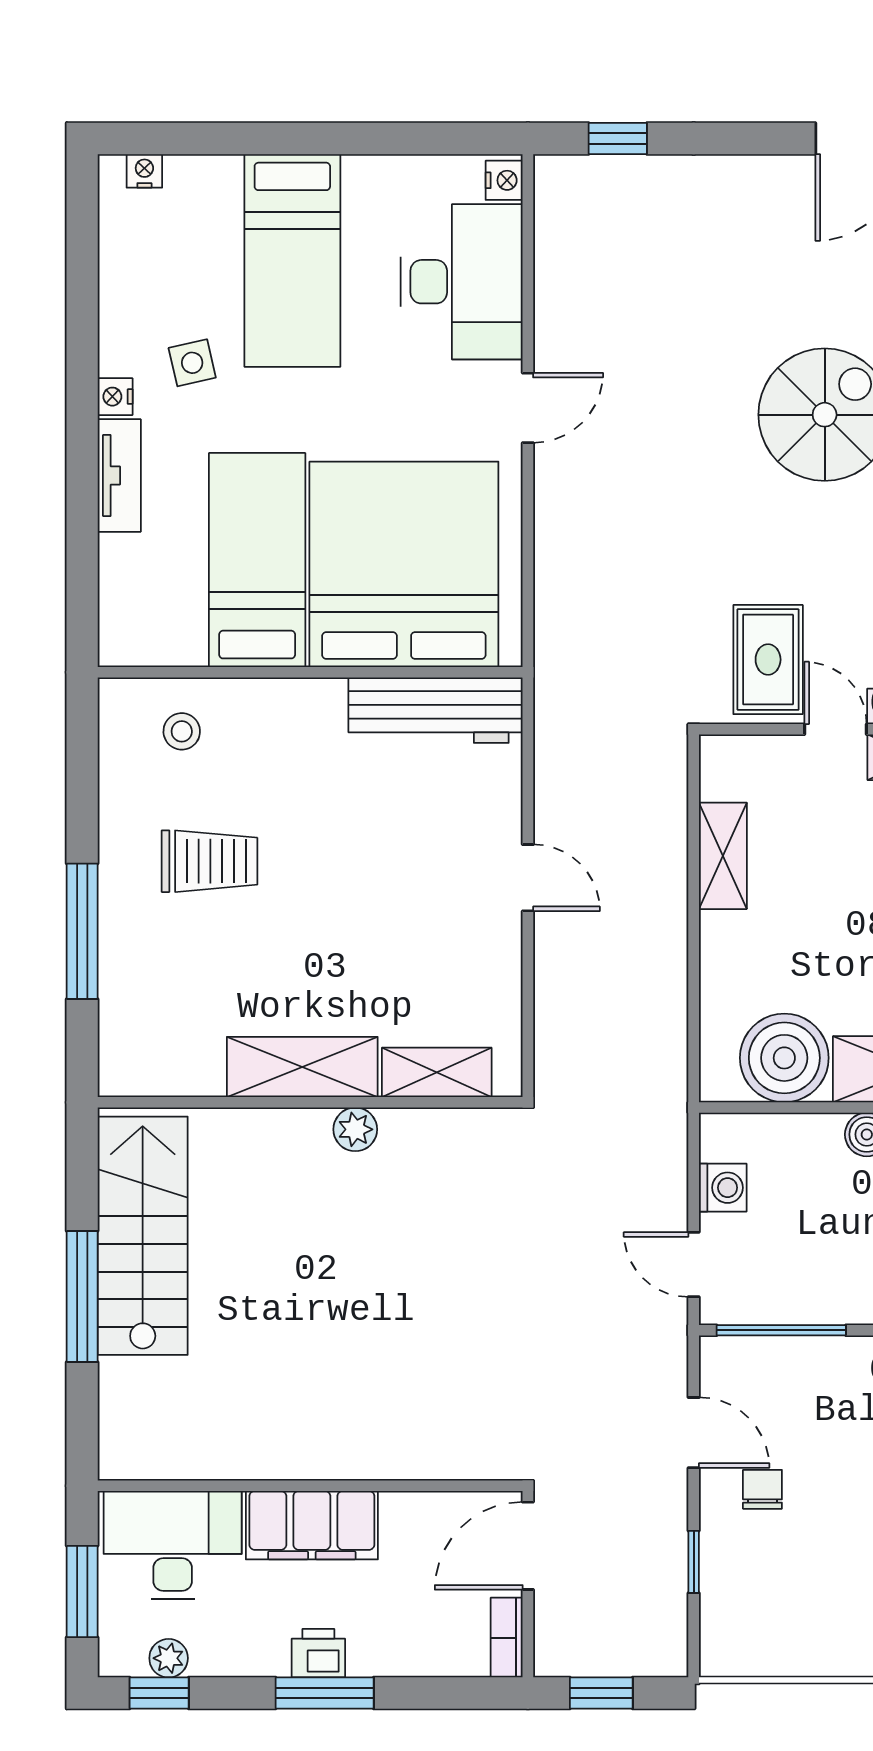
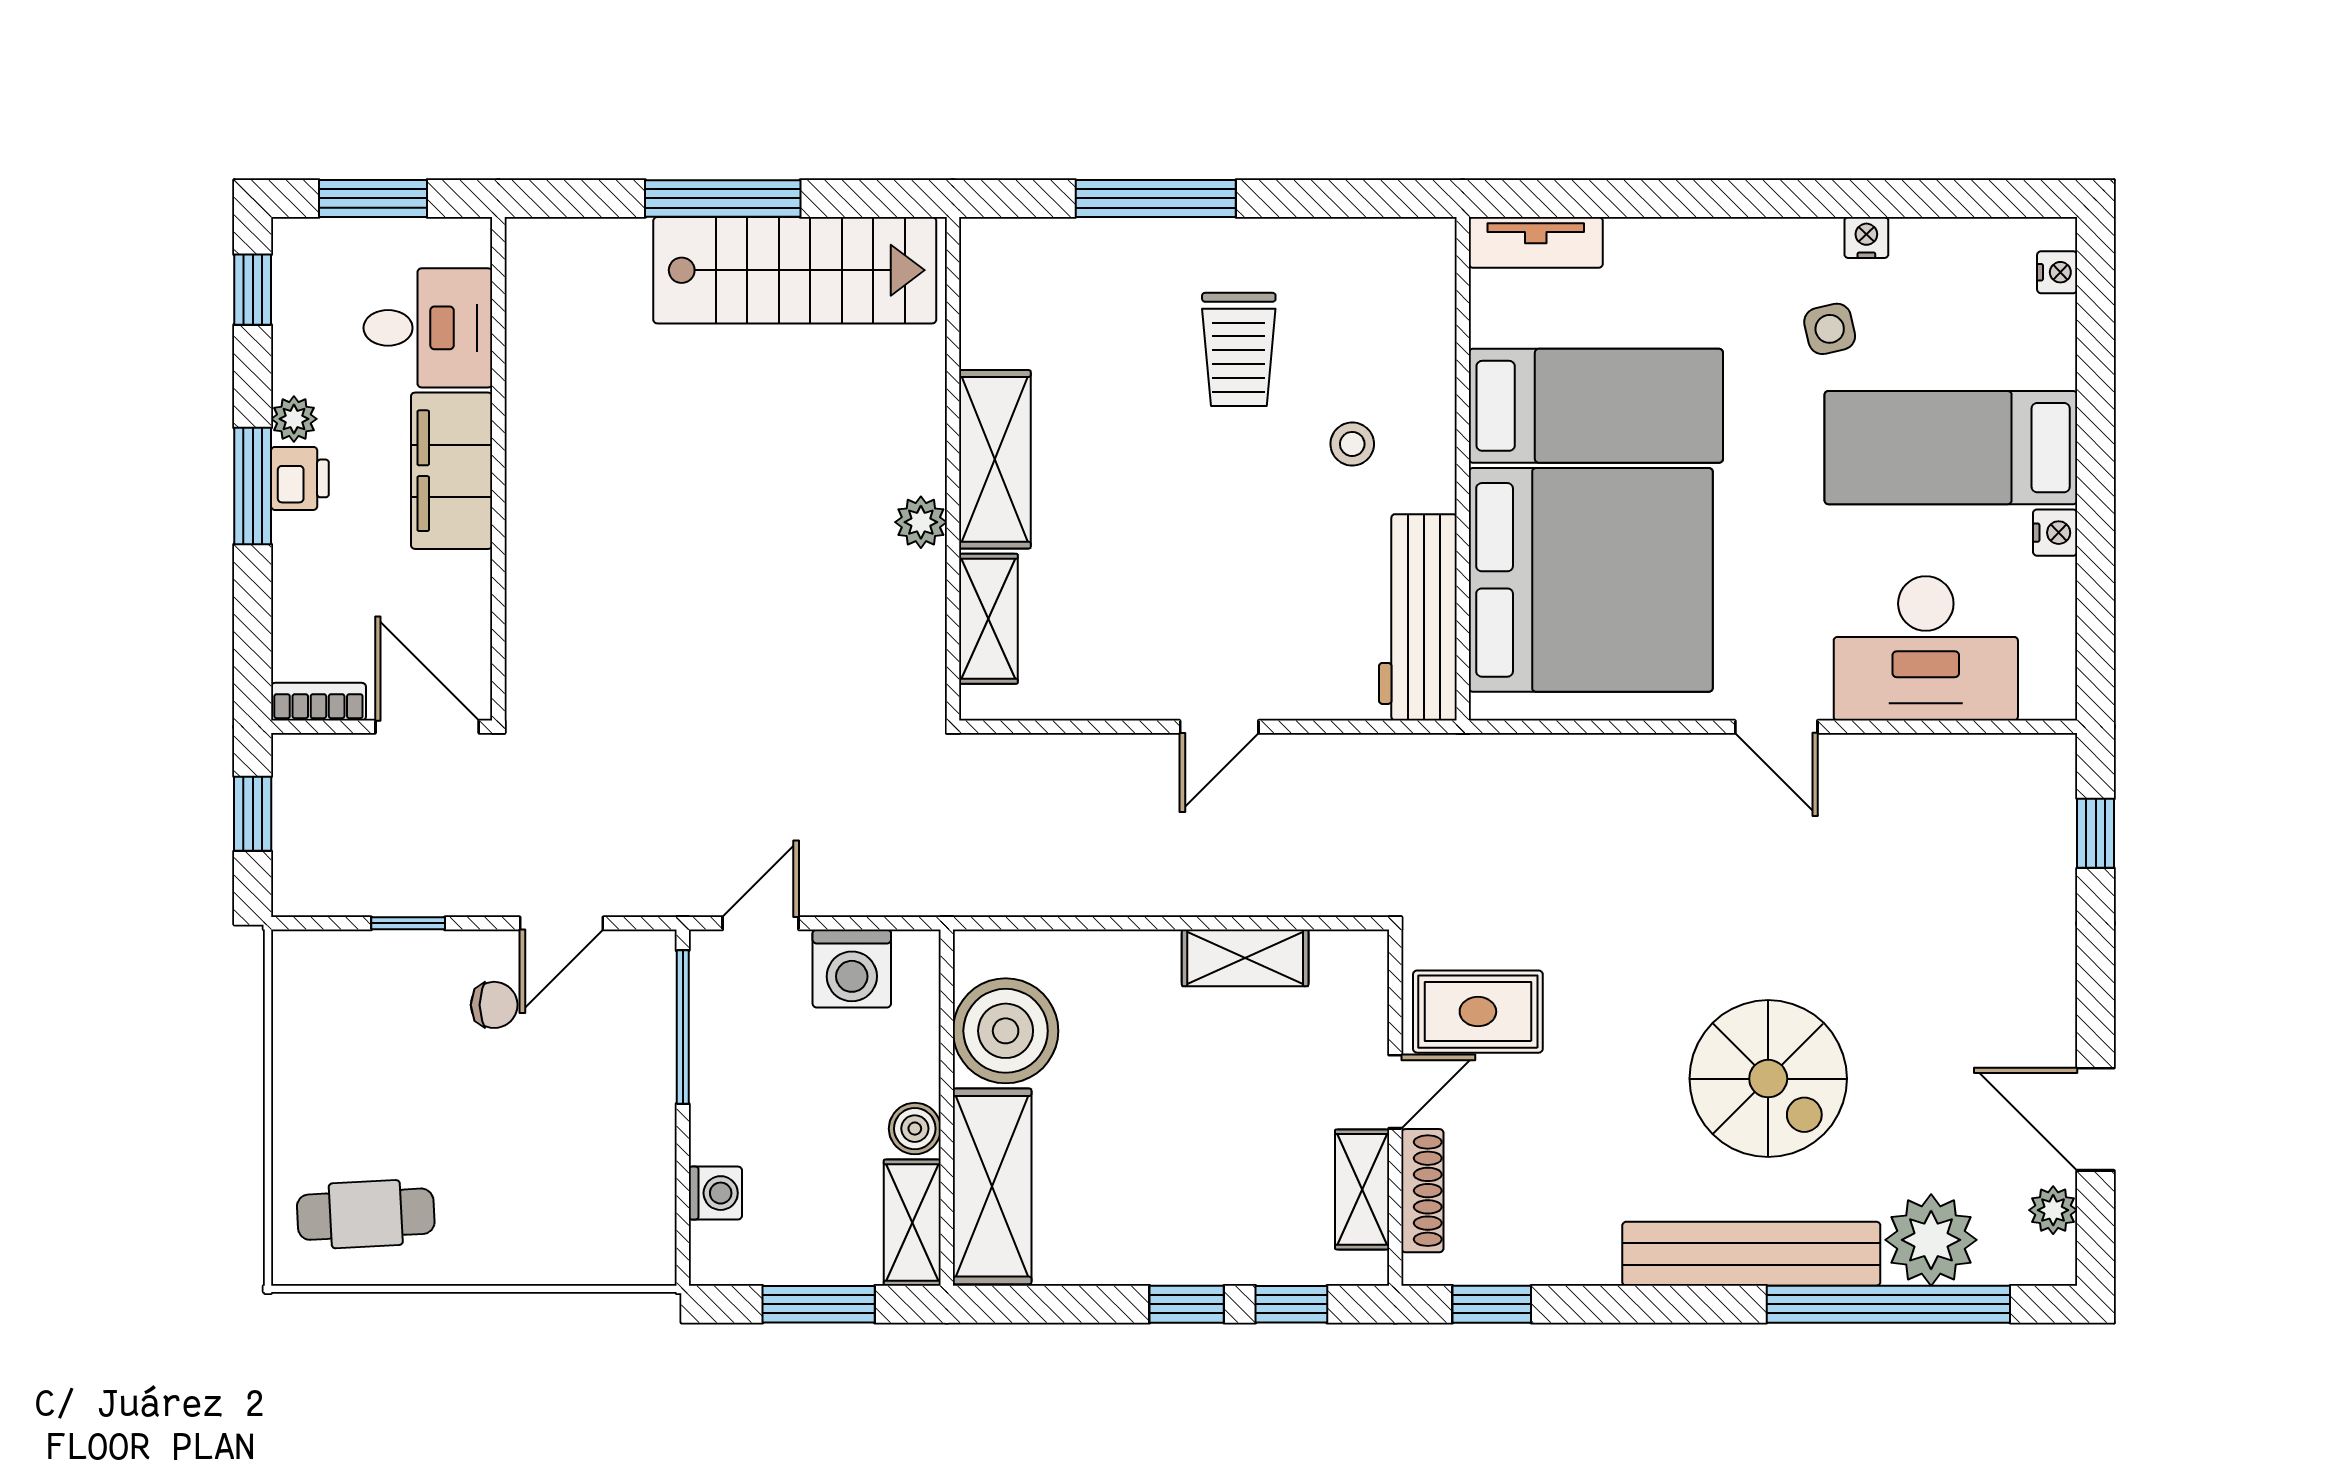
nightstand: (504, 180) -> (2055, 533), moved, turned -90
nightstand: (115, 397) -> (1866, 238), moved
tv unit: (119, 476) -> (1536, 242), moved
stool: (182, 731) -> (1352, 444), moved
washing machine: (723, 1188) -> (852, 969), width x1.38, depth x1.38
desk: (173, 1545) -> (428, 328), width x0.73
plant: (169, 1658) -> (294, 419), moved

